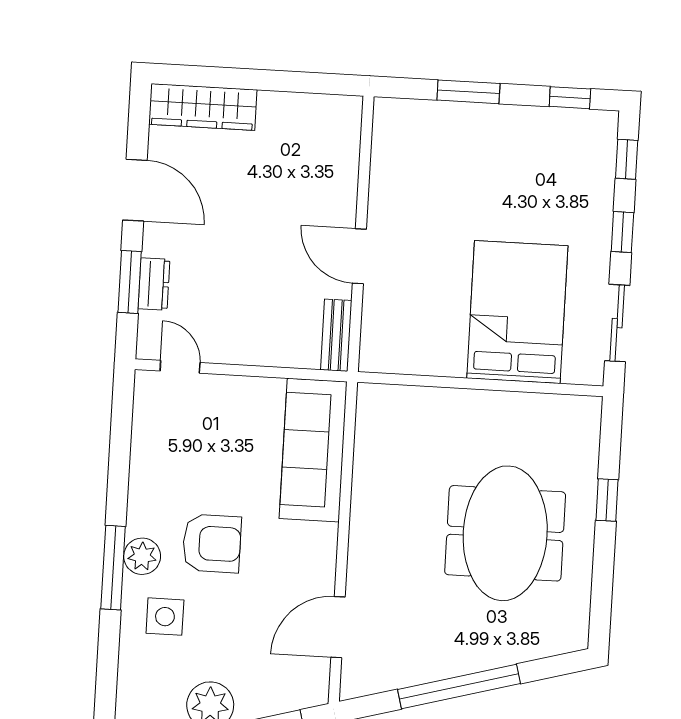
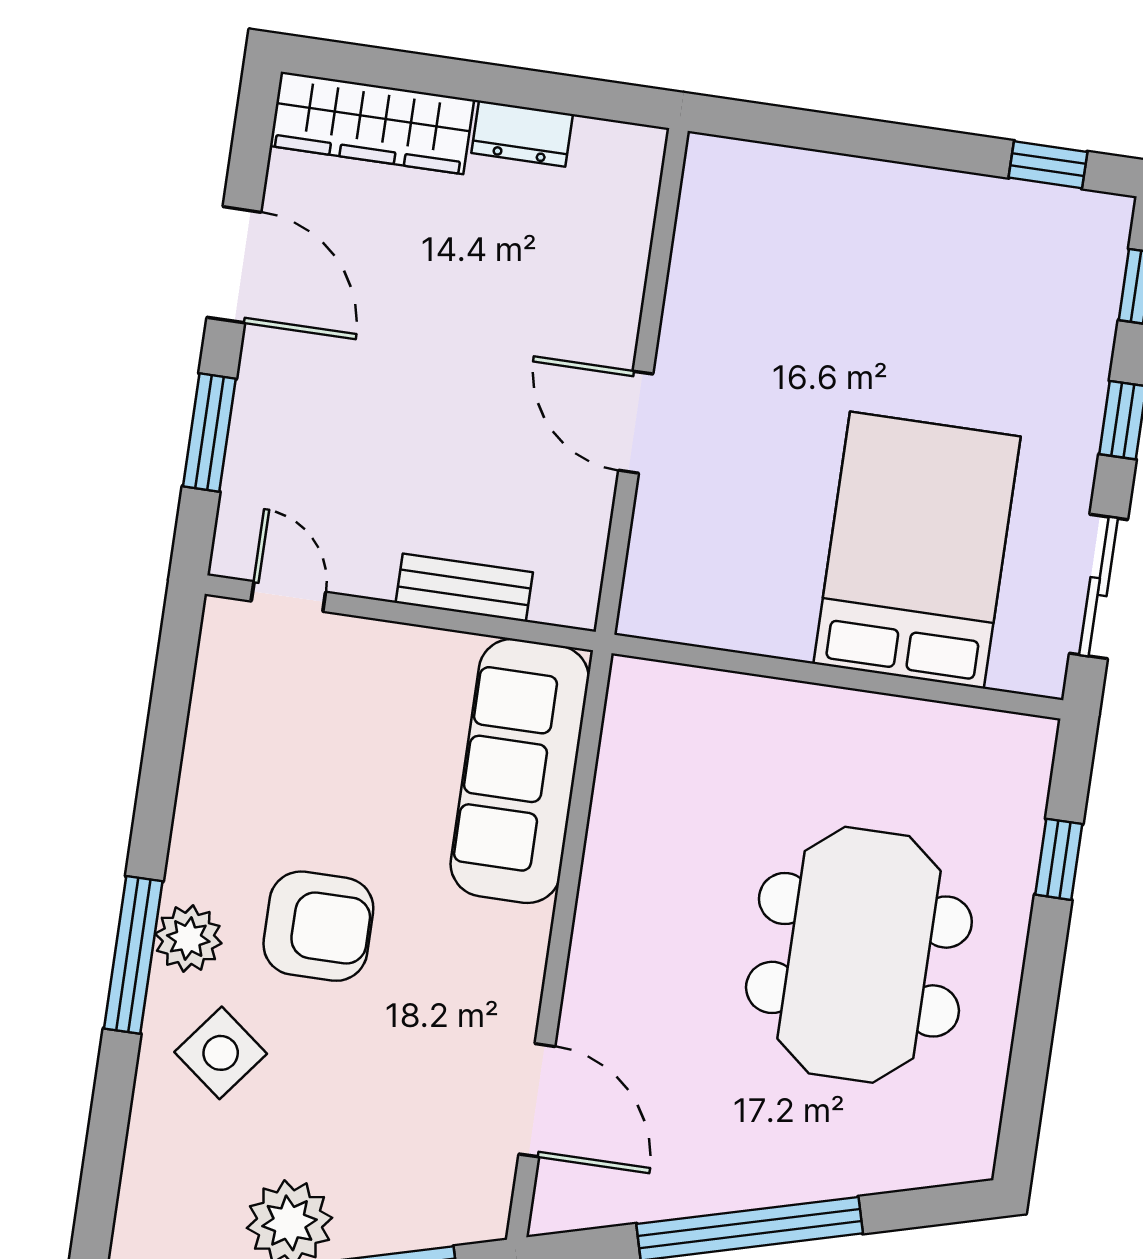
window: (468, 92) -> (863, 138), removed
dresser: (154, 284) -> (522, 134), moved, turned 90
bench: (336, 335) -> (464, 588), moved, turned 90
window: (607, 500) -> (1059, 859), moved
side table: (165, 617) -> (221, 1053), turned 38
door: (338, 627) -> (537, 1100), swing flipped

